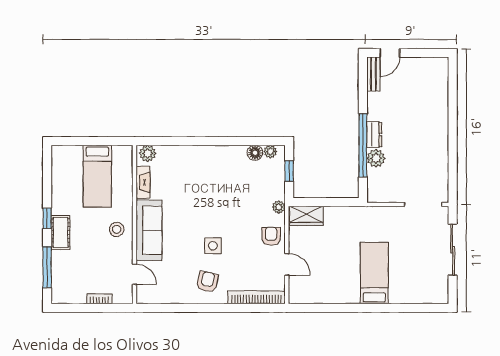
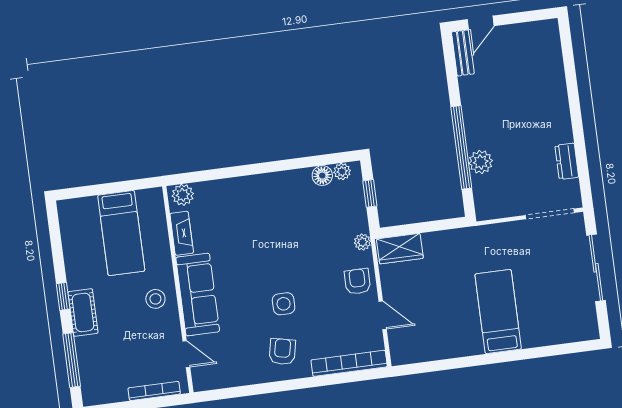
dresser: (374, 135) -> (567, 161), moved, turned 180
bookcase: (99, 299) -> (154, 391), width x1.56

